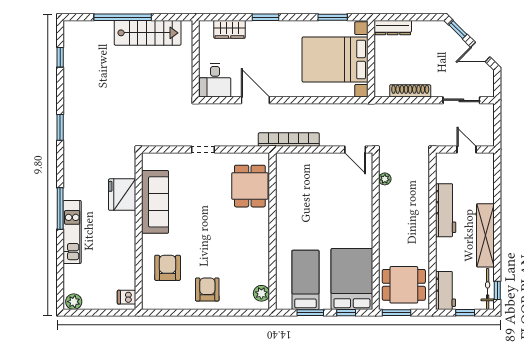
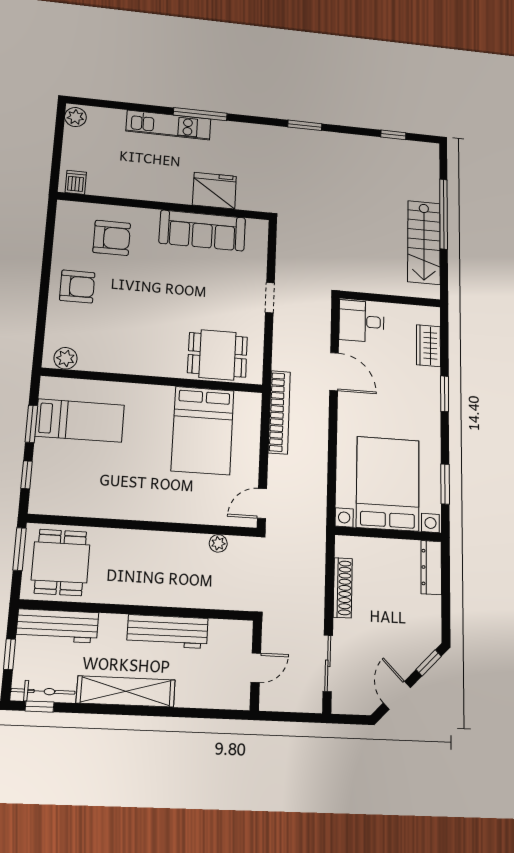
door: (255, 100) -> (334, 372), hinge flipped
bed: (352, 279) -> (203, 430), moved, turned 90
workbench: (446, 290) -> (57, 626), width x1.38

